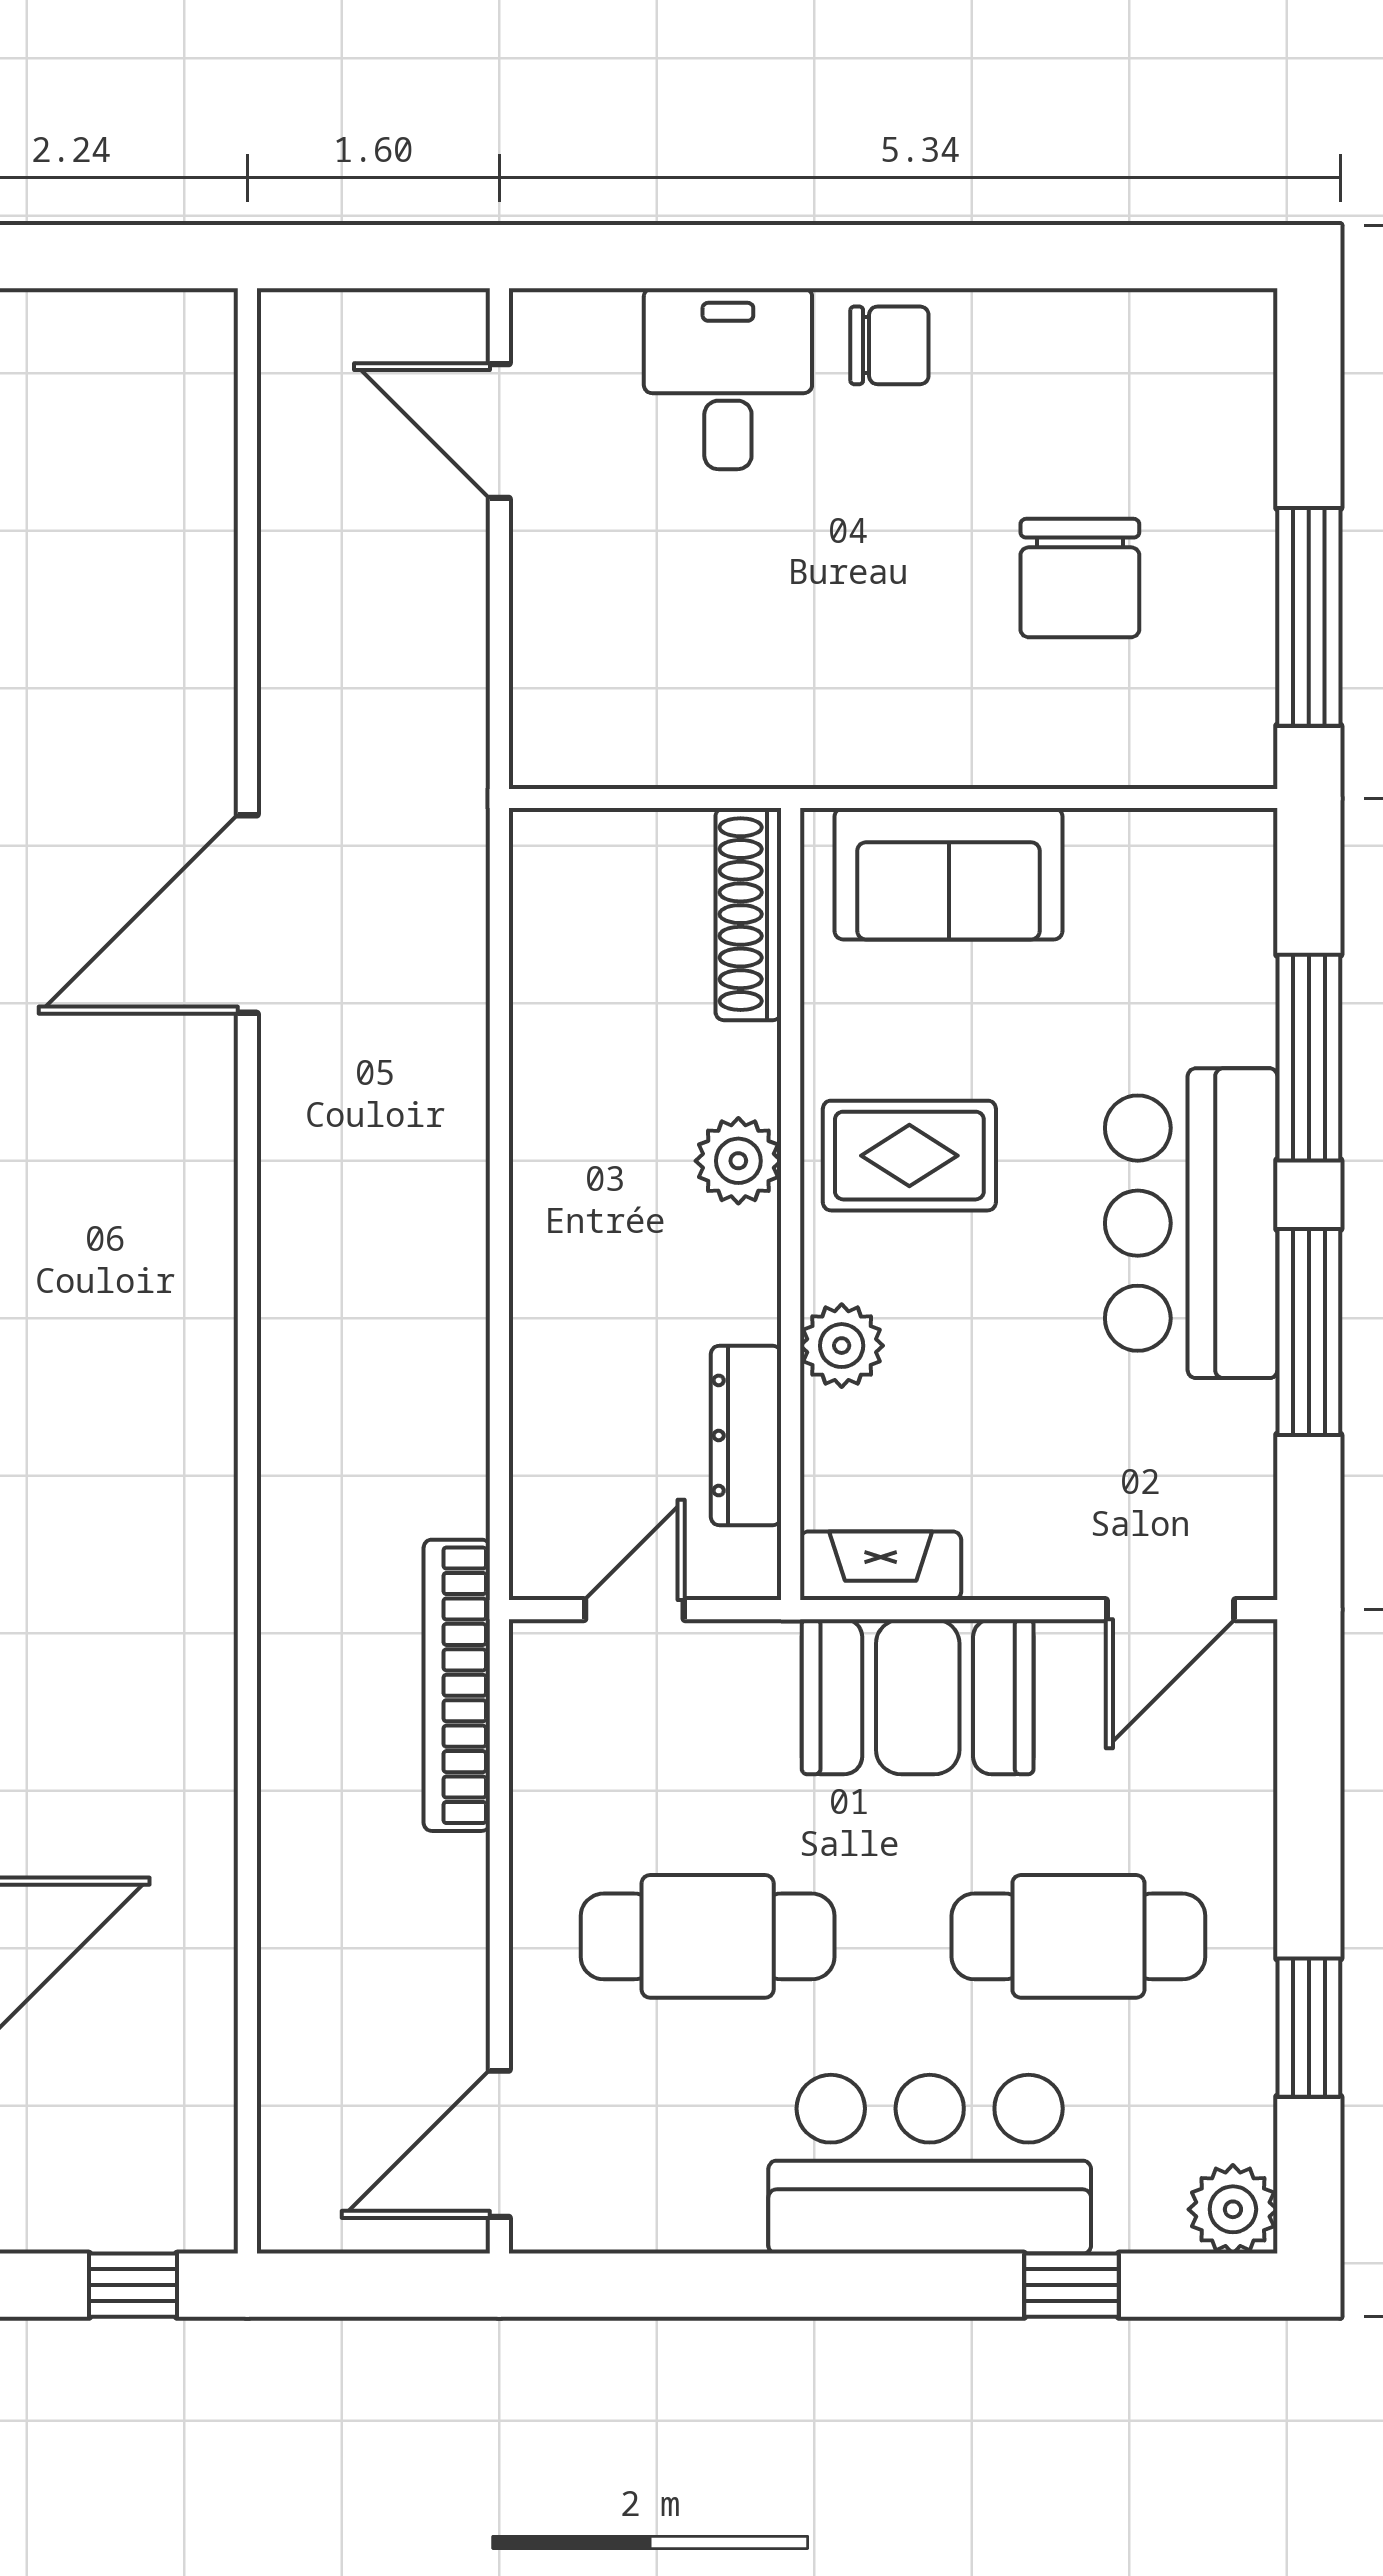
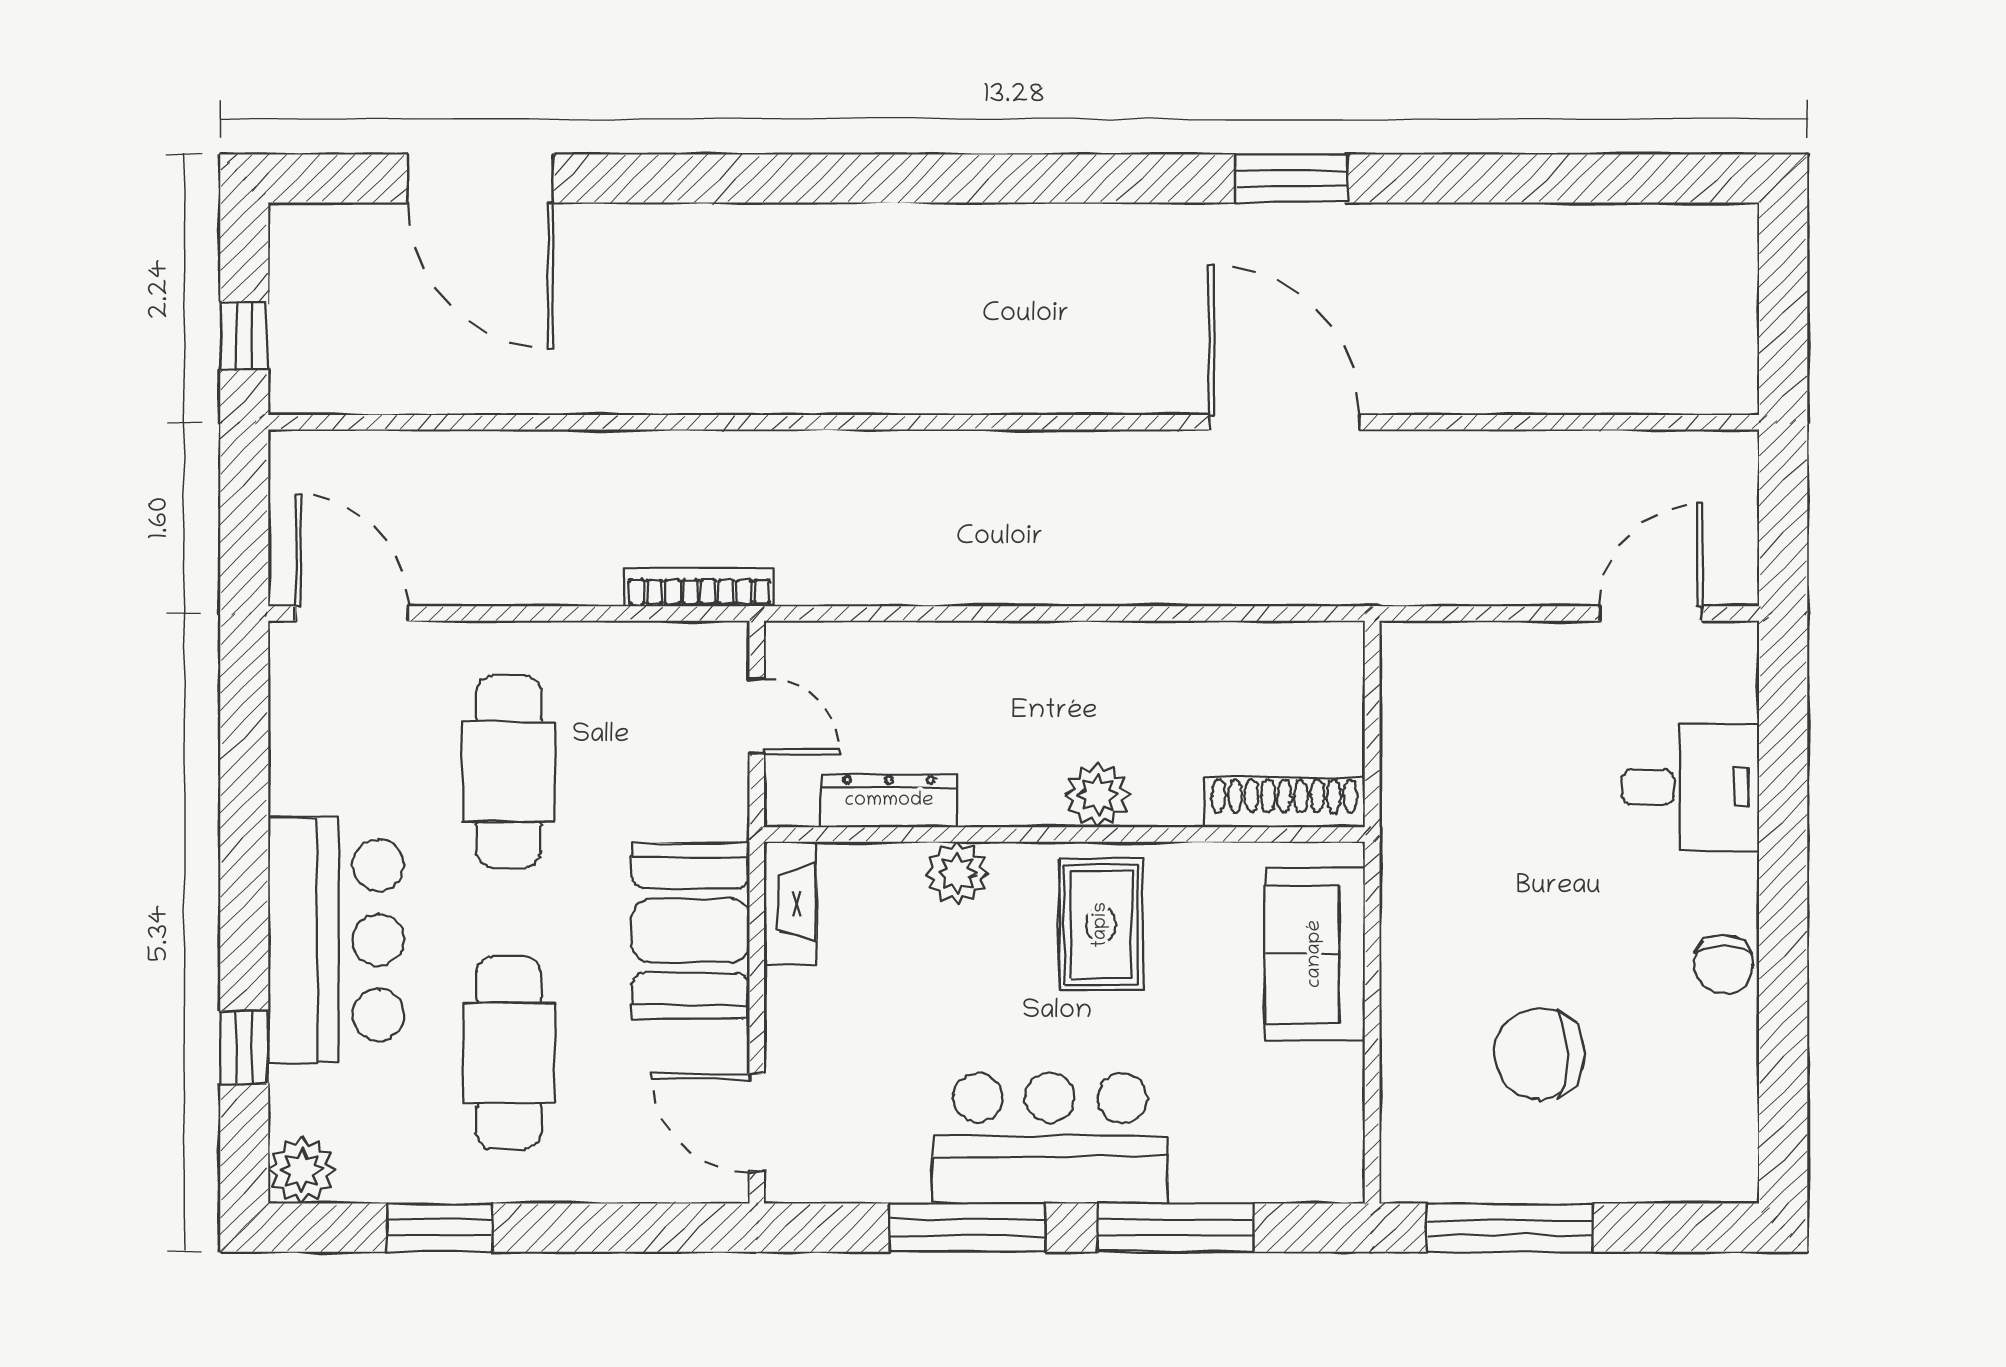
chair: (889, 345) -> (1724, 965), moved
bookcase: (457, 1685) -> (699, 587), width x0.68, depth x0.76

